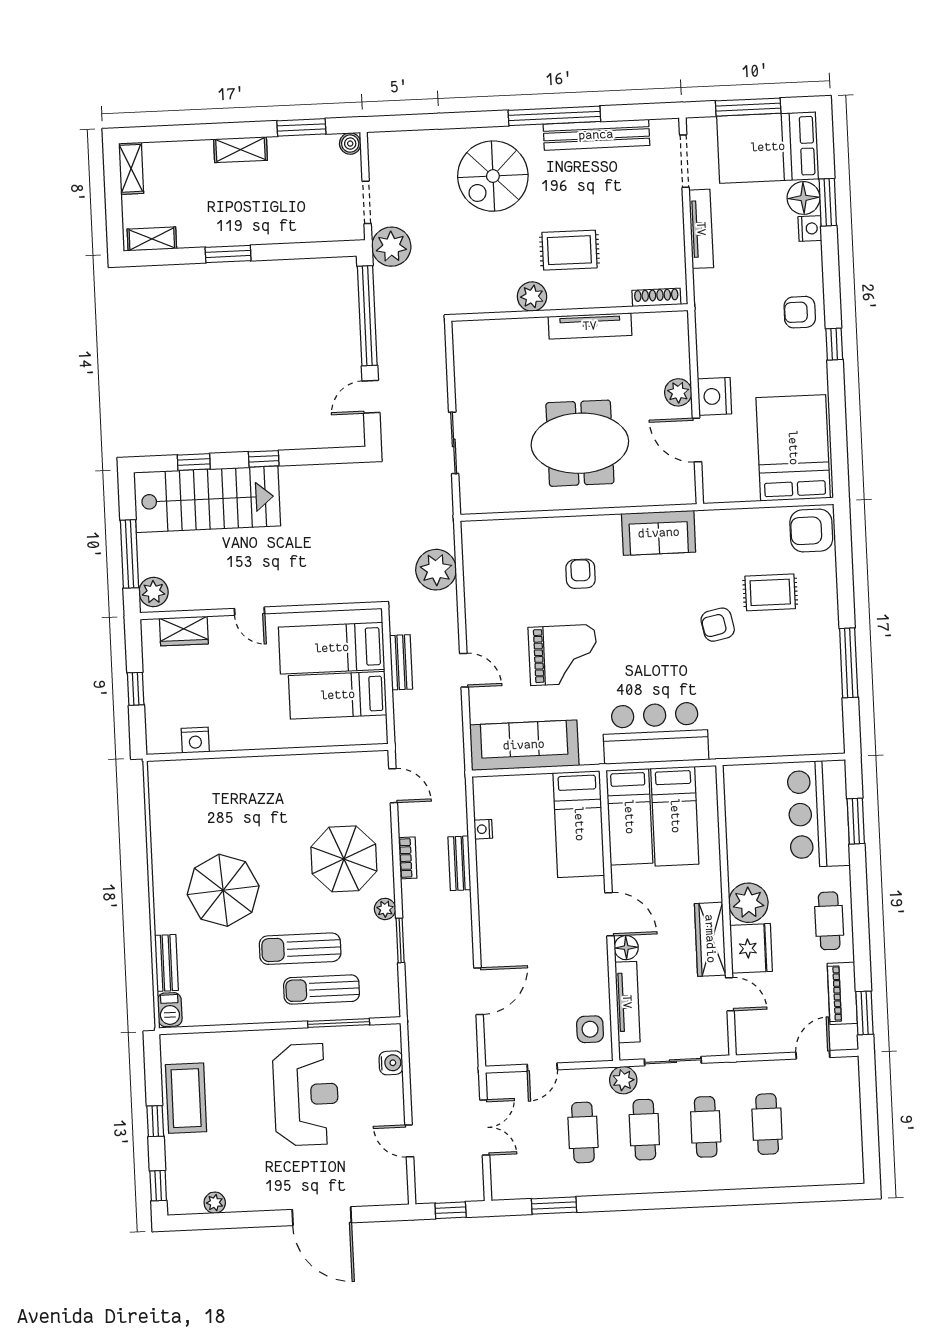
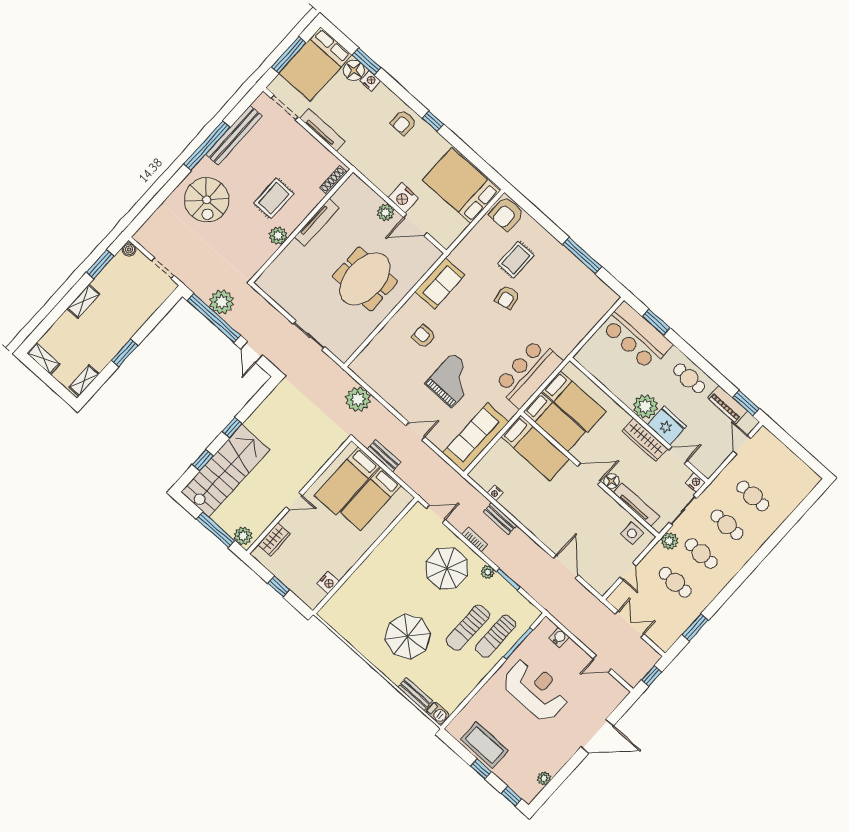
plant: (391, 247) -> (222, 302), moved
nightstand: (718, 1044) -> (695, 483), added

